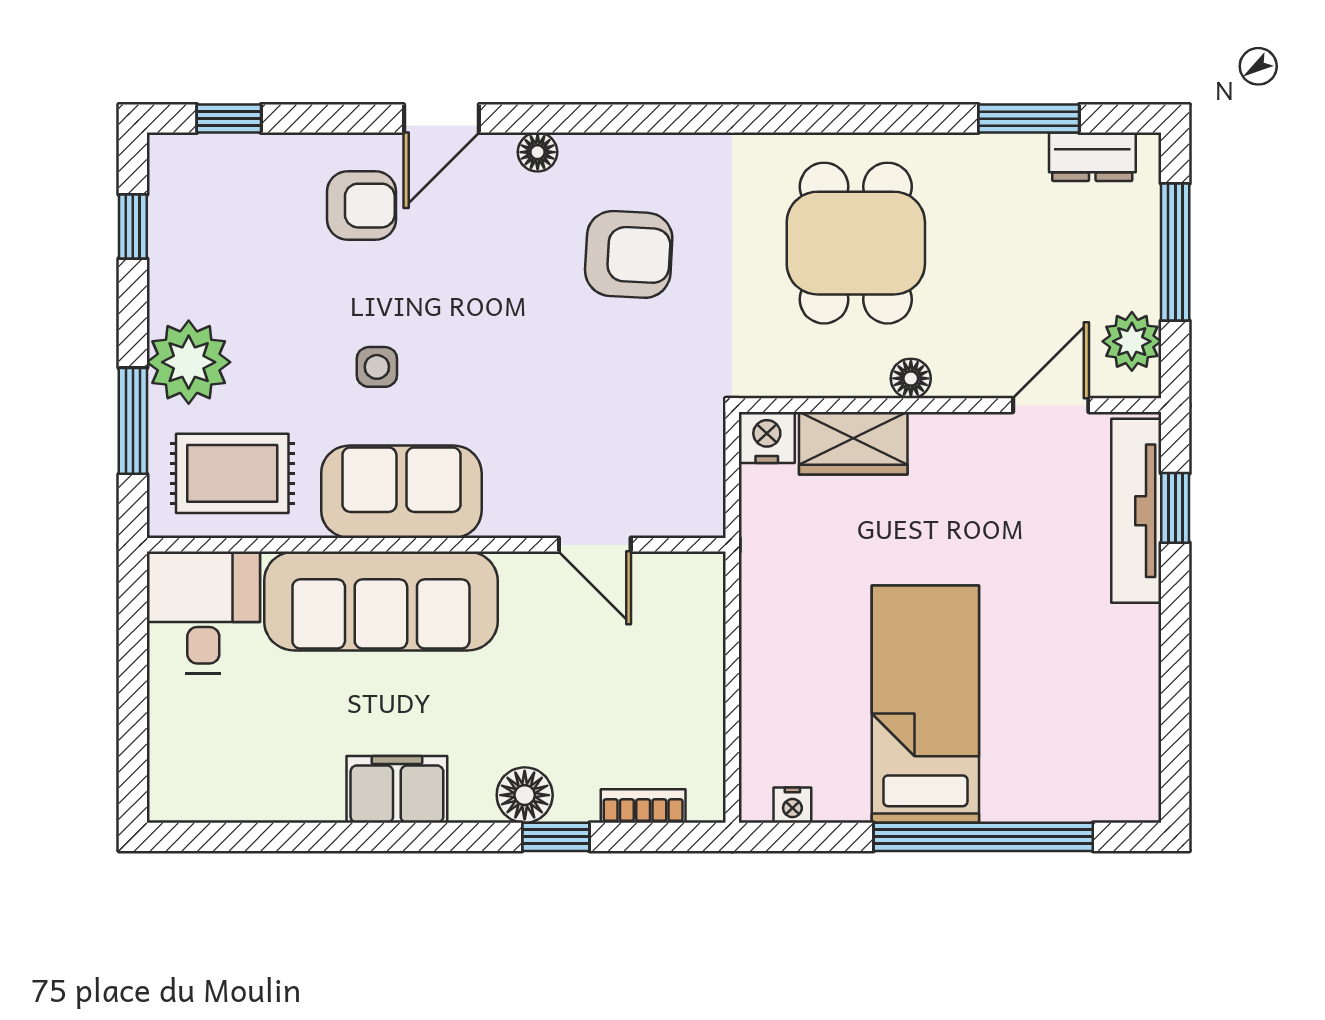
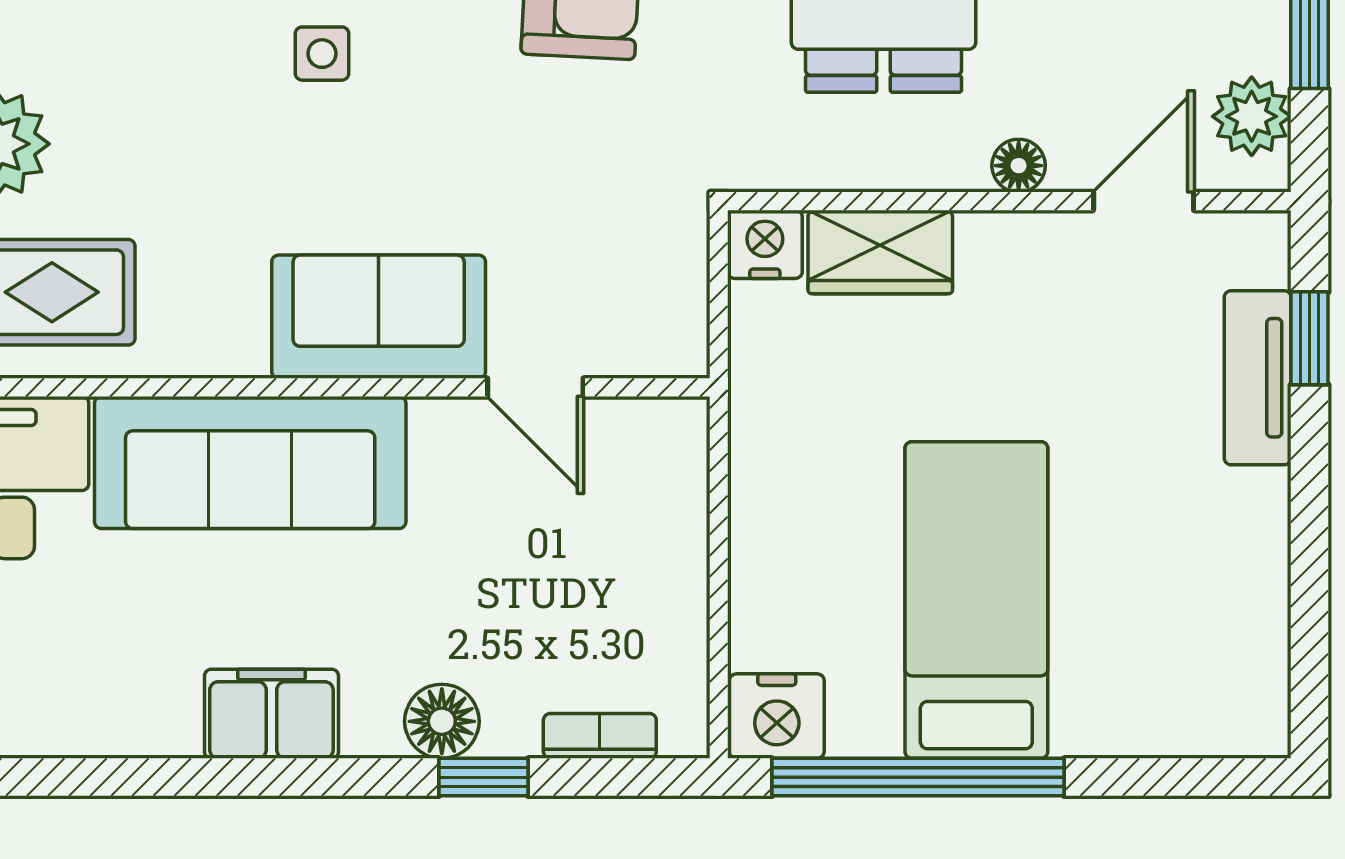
side table: (377, 367) -> (322, 54), moved
floor lamp: (911, 378) -> (1019, 166), moved
sofa: (401, 492) -> (379, 317), moved
tv unit: (1136, 511) -> (1258, 378), width x0.71
nightstand: (792, 805) -> (777, 716), width x1.89, depth x1.79
window: (983, 837) -> (918, 777), moved

